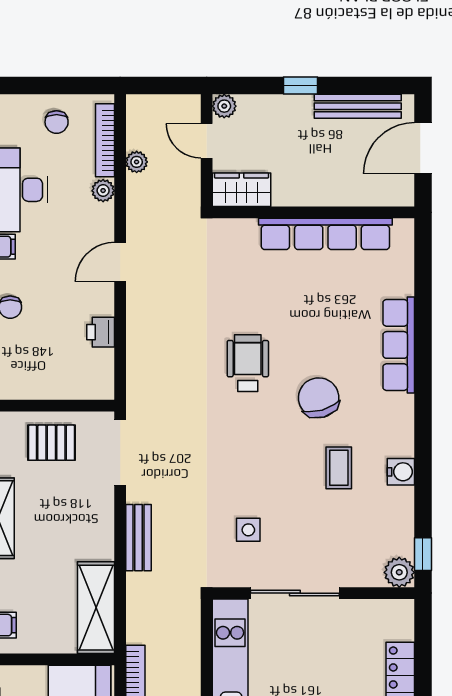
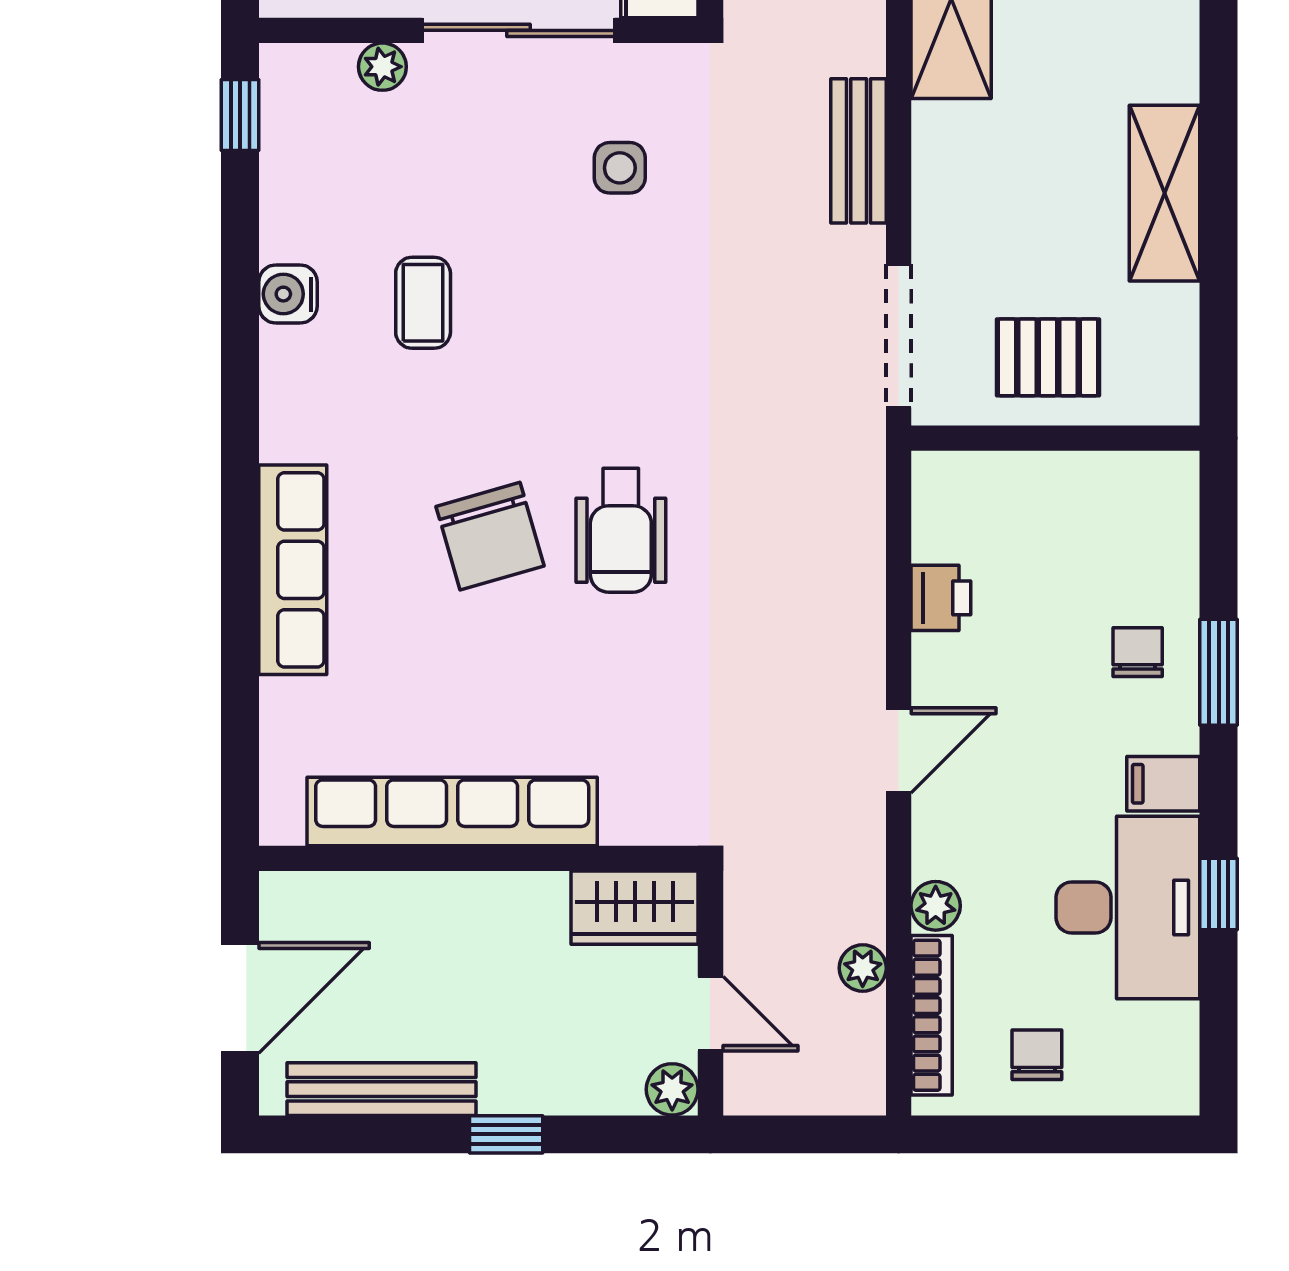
chair: (319, 398) -> (490, 536), moved
plant: (399, 572) -> (382, 67), moved, width x0.73, depth x0.73

